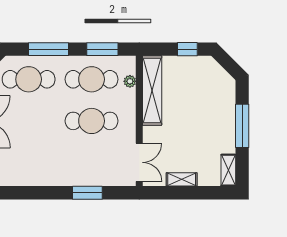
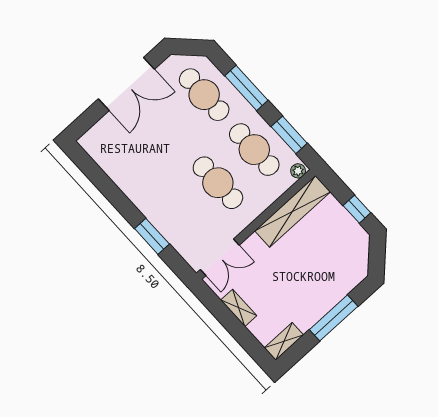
plant: (130, 81) -> (298, 171), moved

